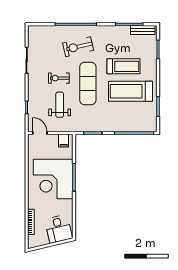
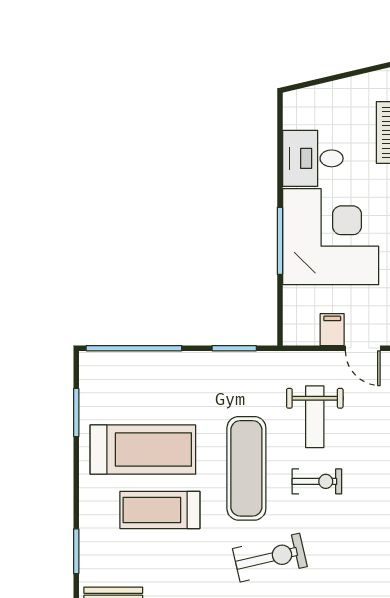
filing cabinet: (64, 141) -> (332, 330), moved
desk: (59, 229) -> (313, 158), moved, turned -77

